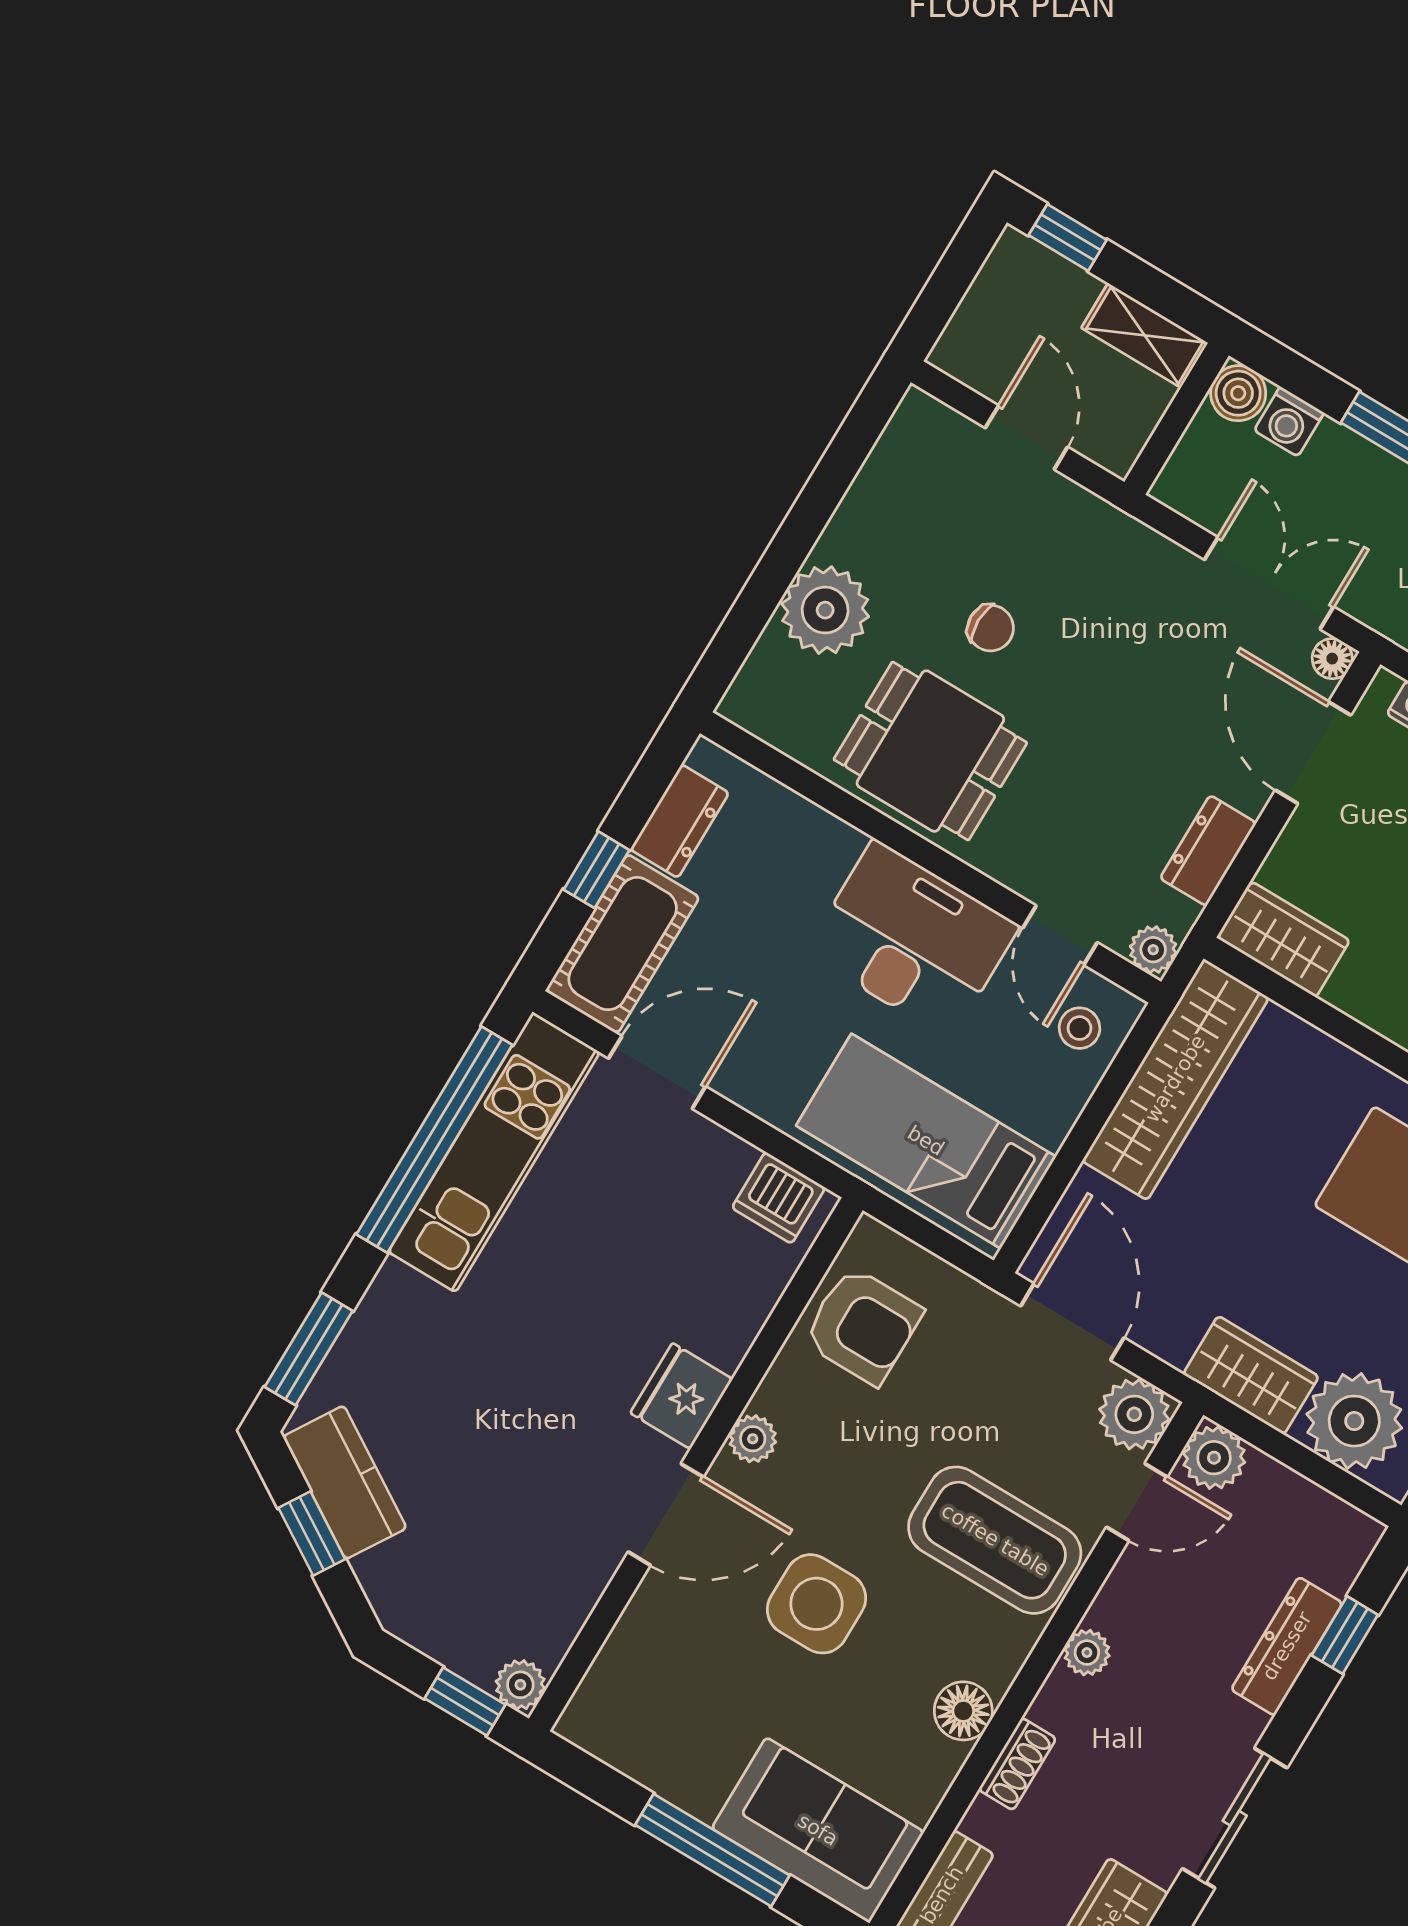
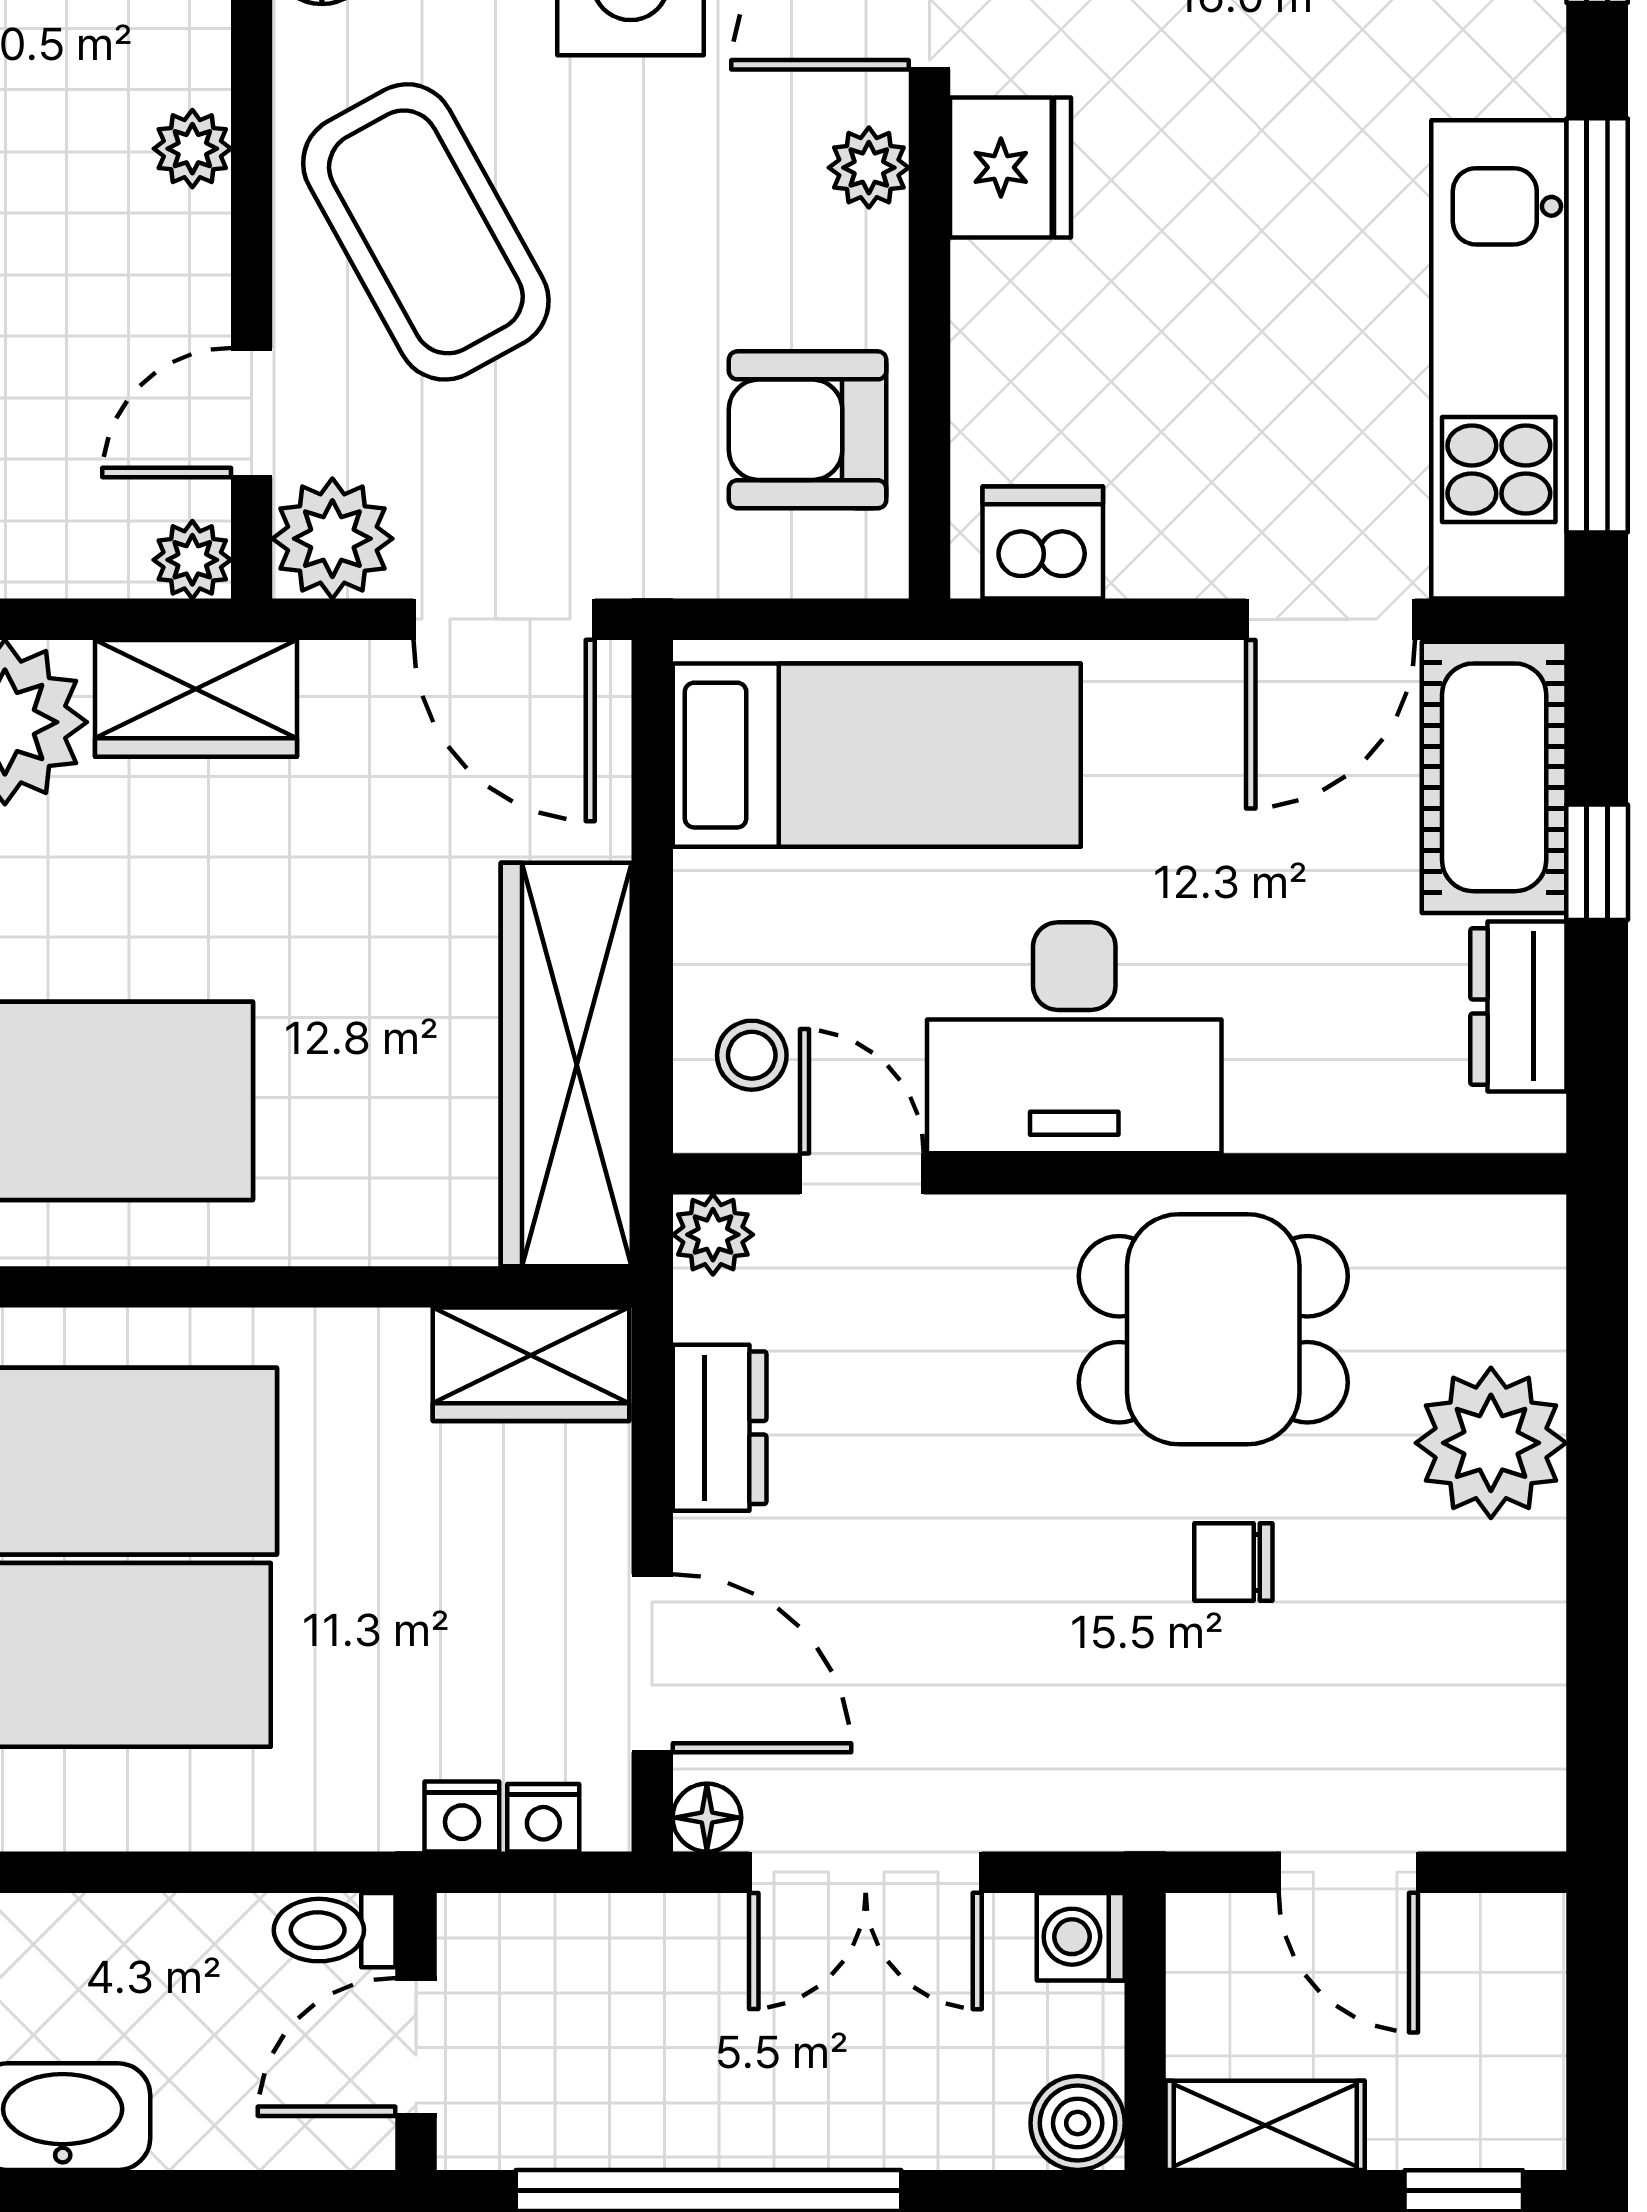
washing machine: (1289, 422) -> (1081, 1937), moved, turned -90
plant: (1214, 1458) -> (192, 560), width x0.73, depth x0.73
coffee table: (995, 1540) -> (426, 232), turned 61

